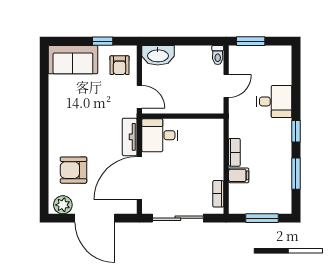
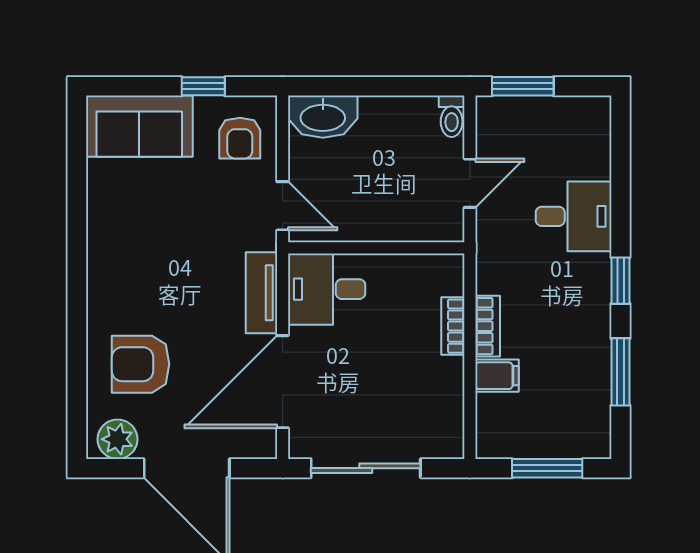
bookcase: (218, 194) -> (453, 326), moved

